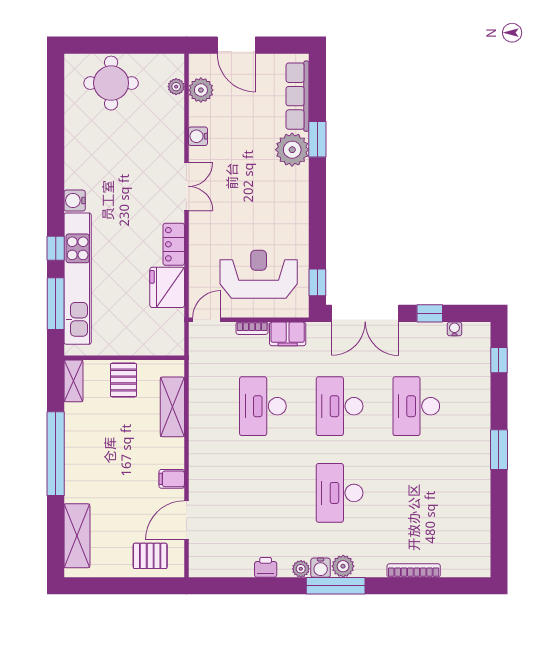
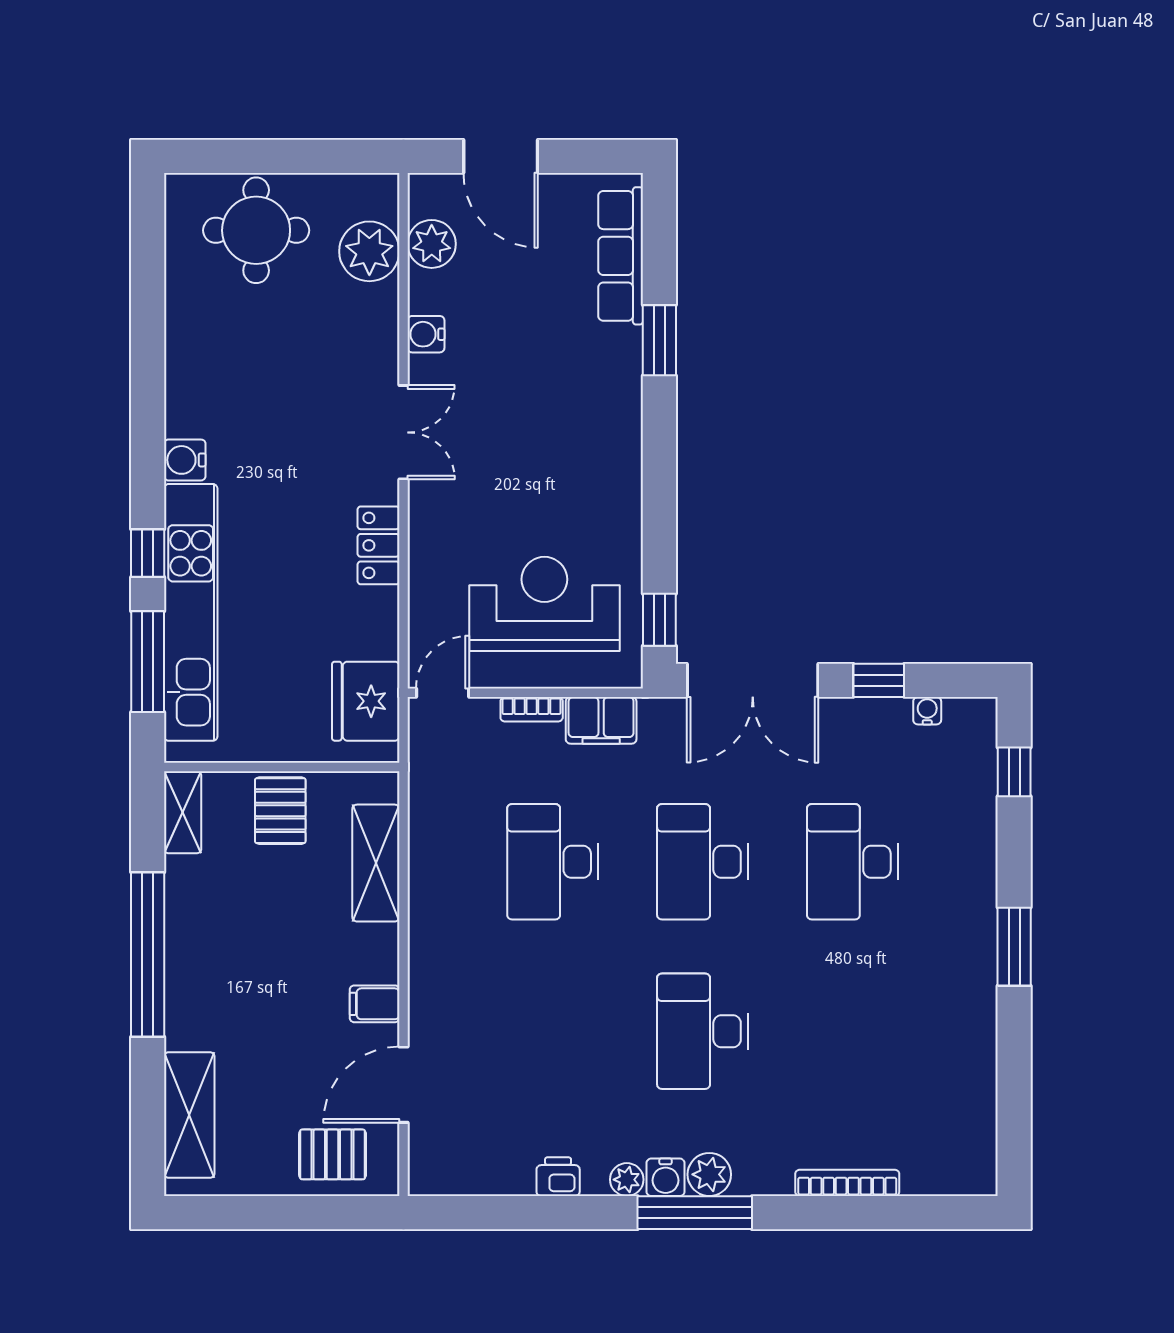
plant: (176, 87) -> (369, 251), width x1.88, depth x1.88
plant: (292, 150) -> (610, 361), removed
fridge: (167, 287) -> (366, 701), moved

